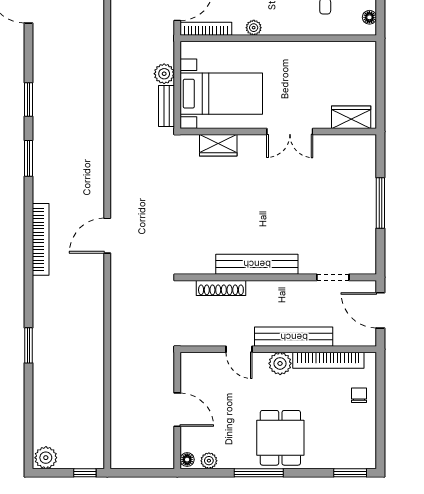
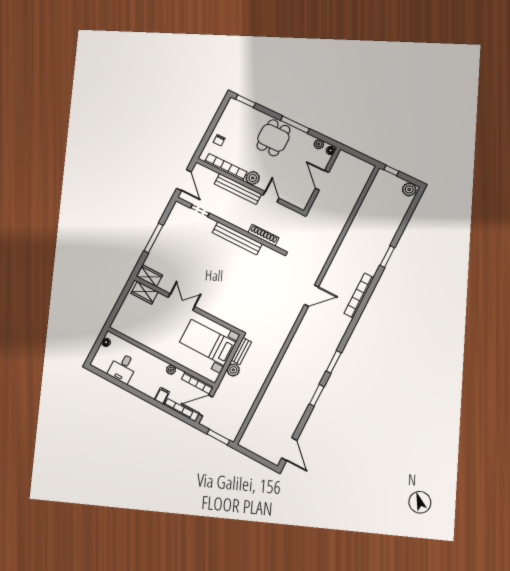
wardrobe: (218, 145) -> (150, 276), moved
bookcase: (41, 239) -> (359, 295), moved

